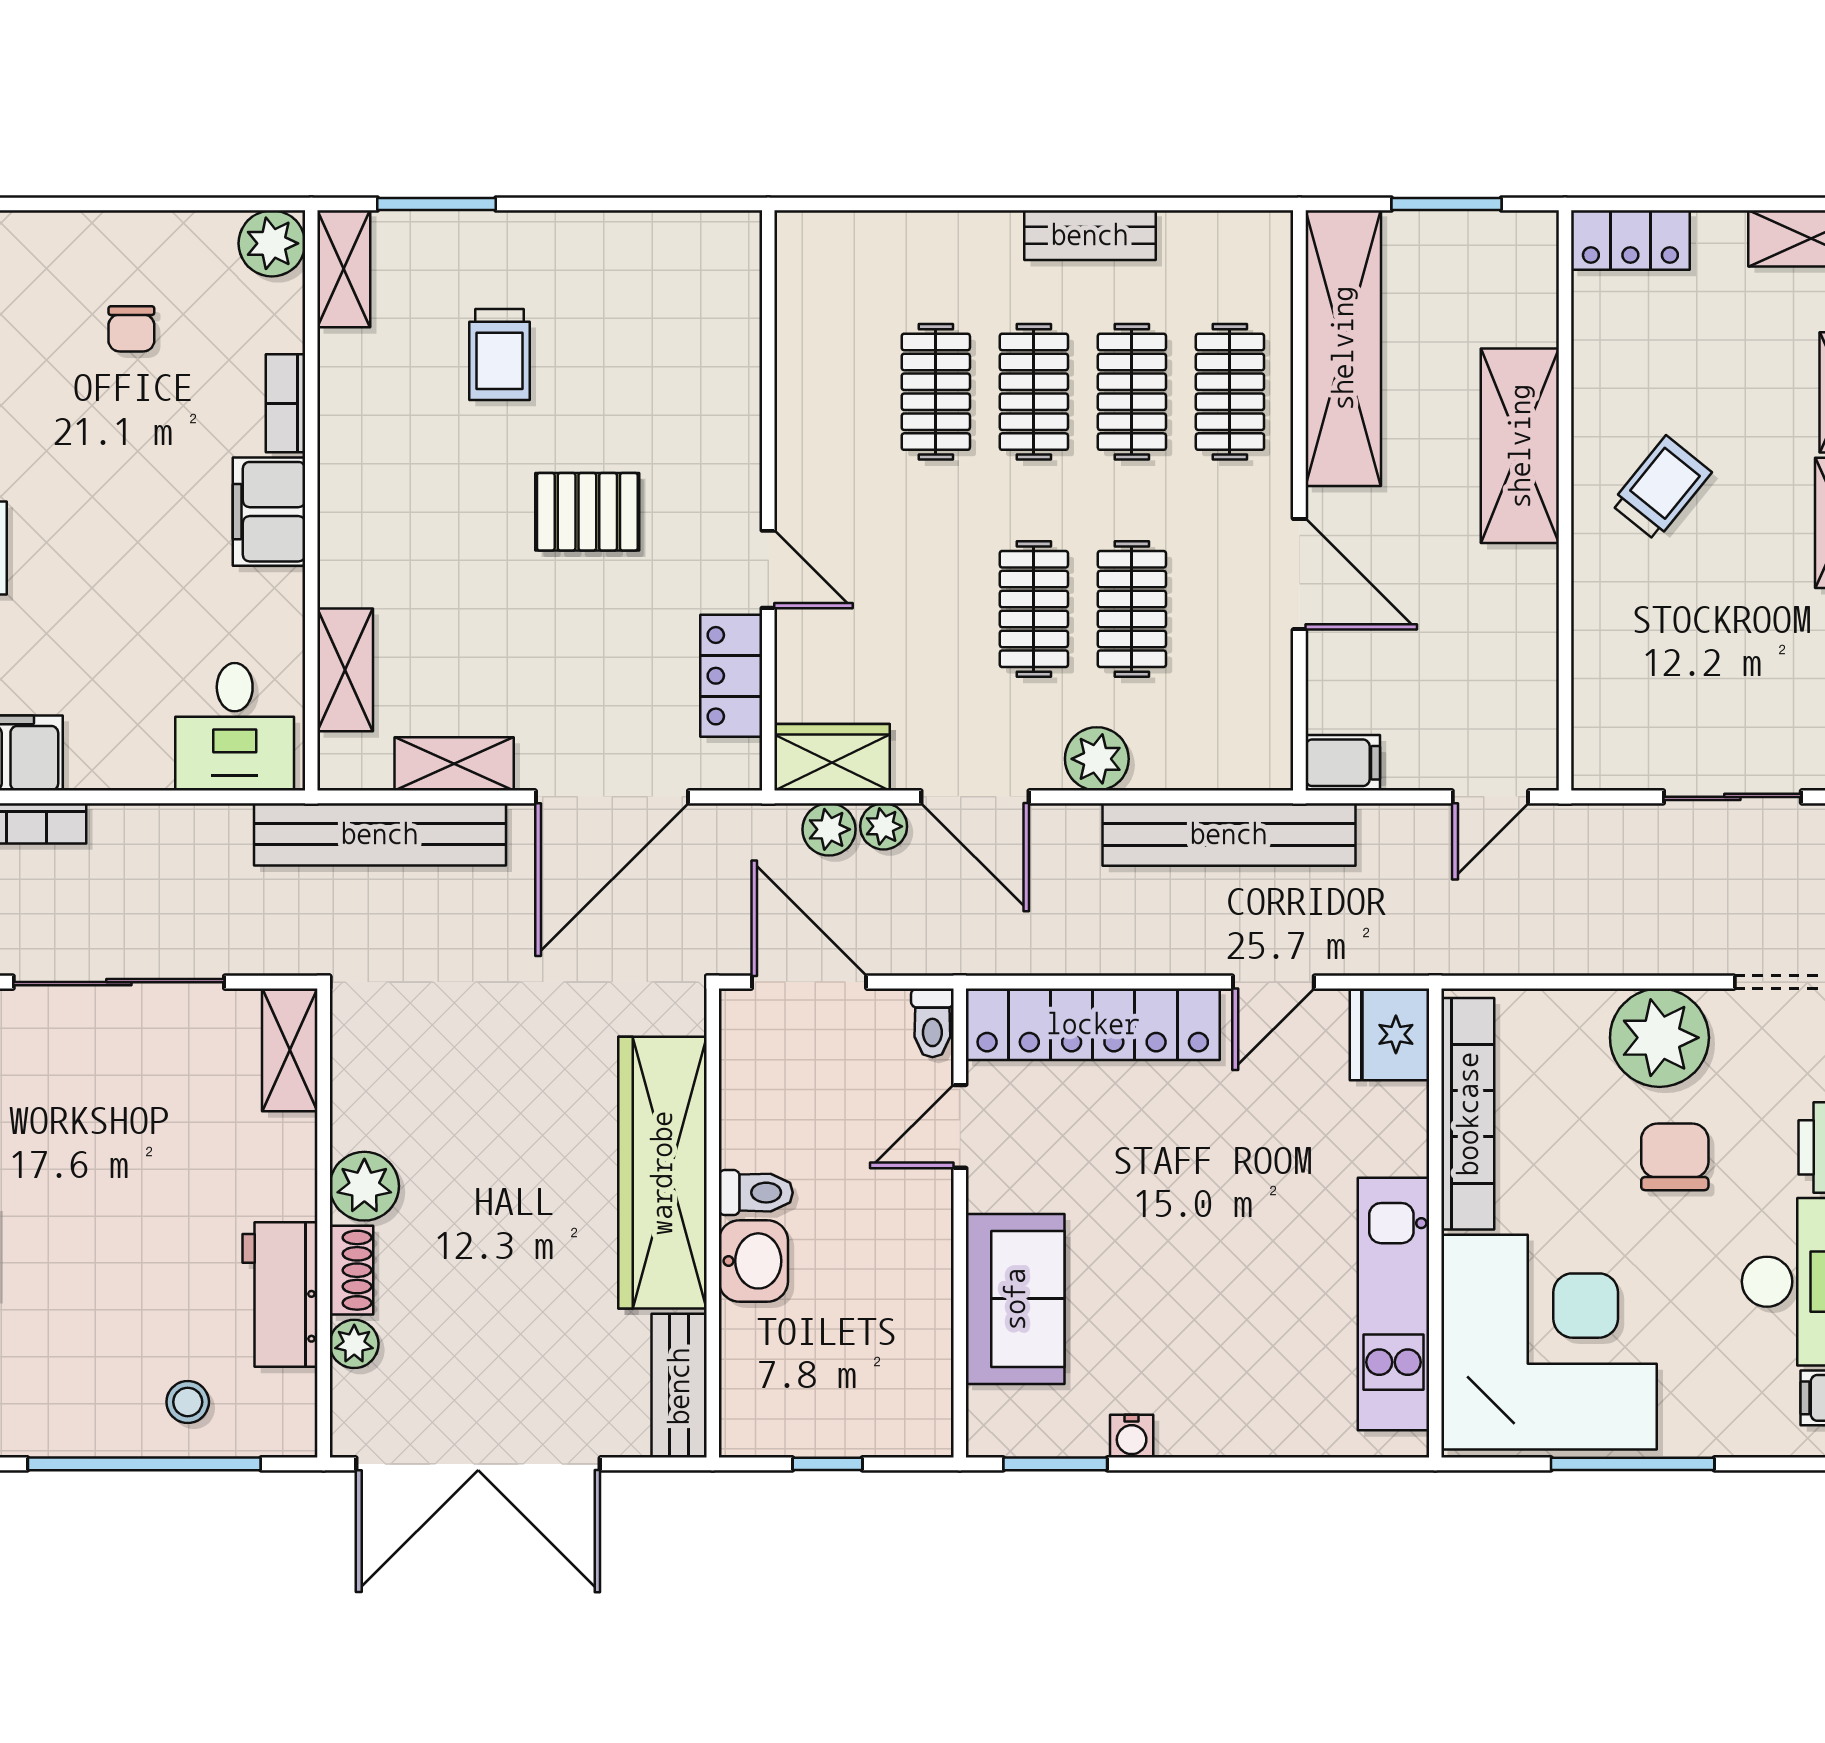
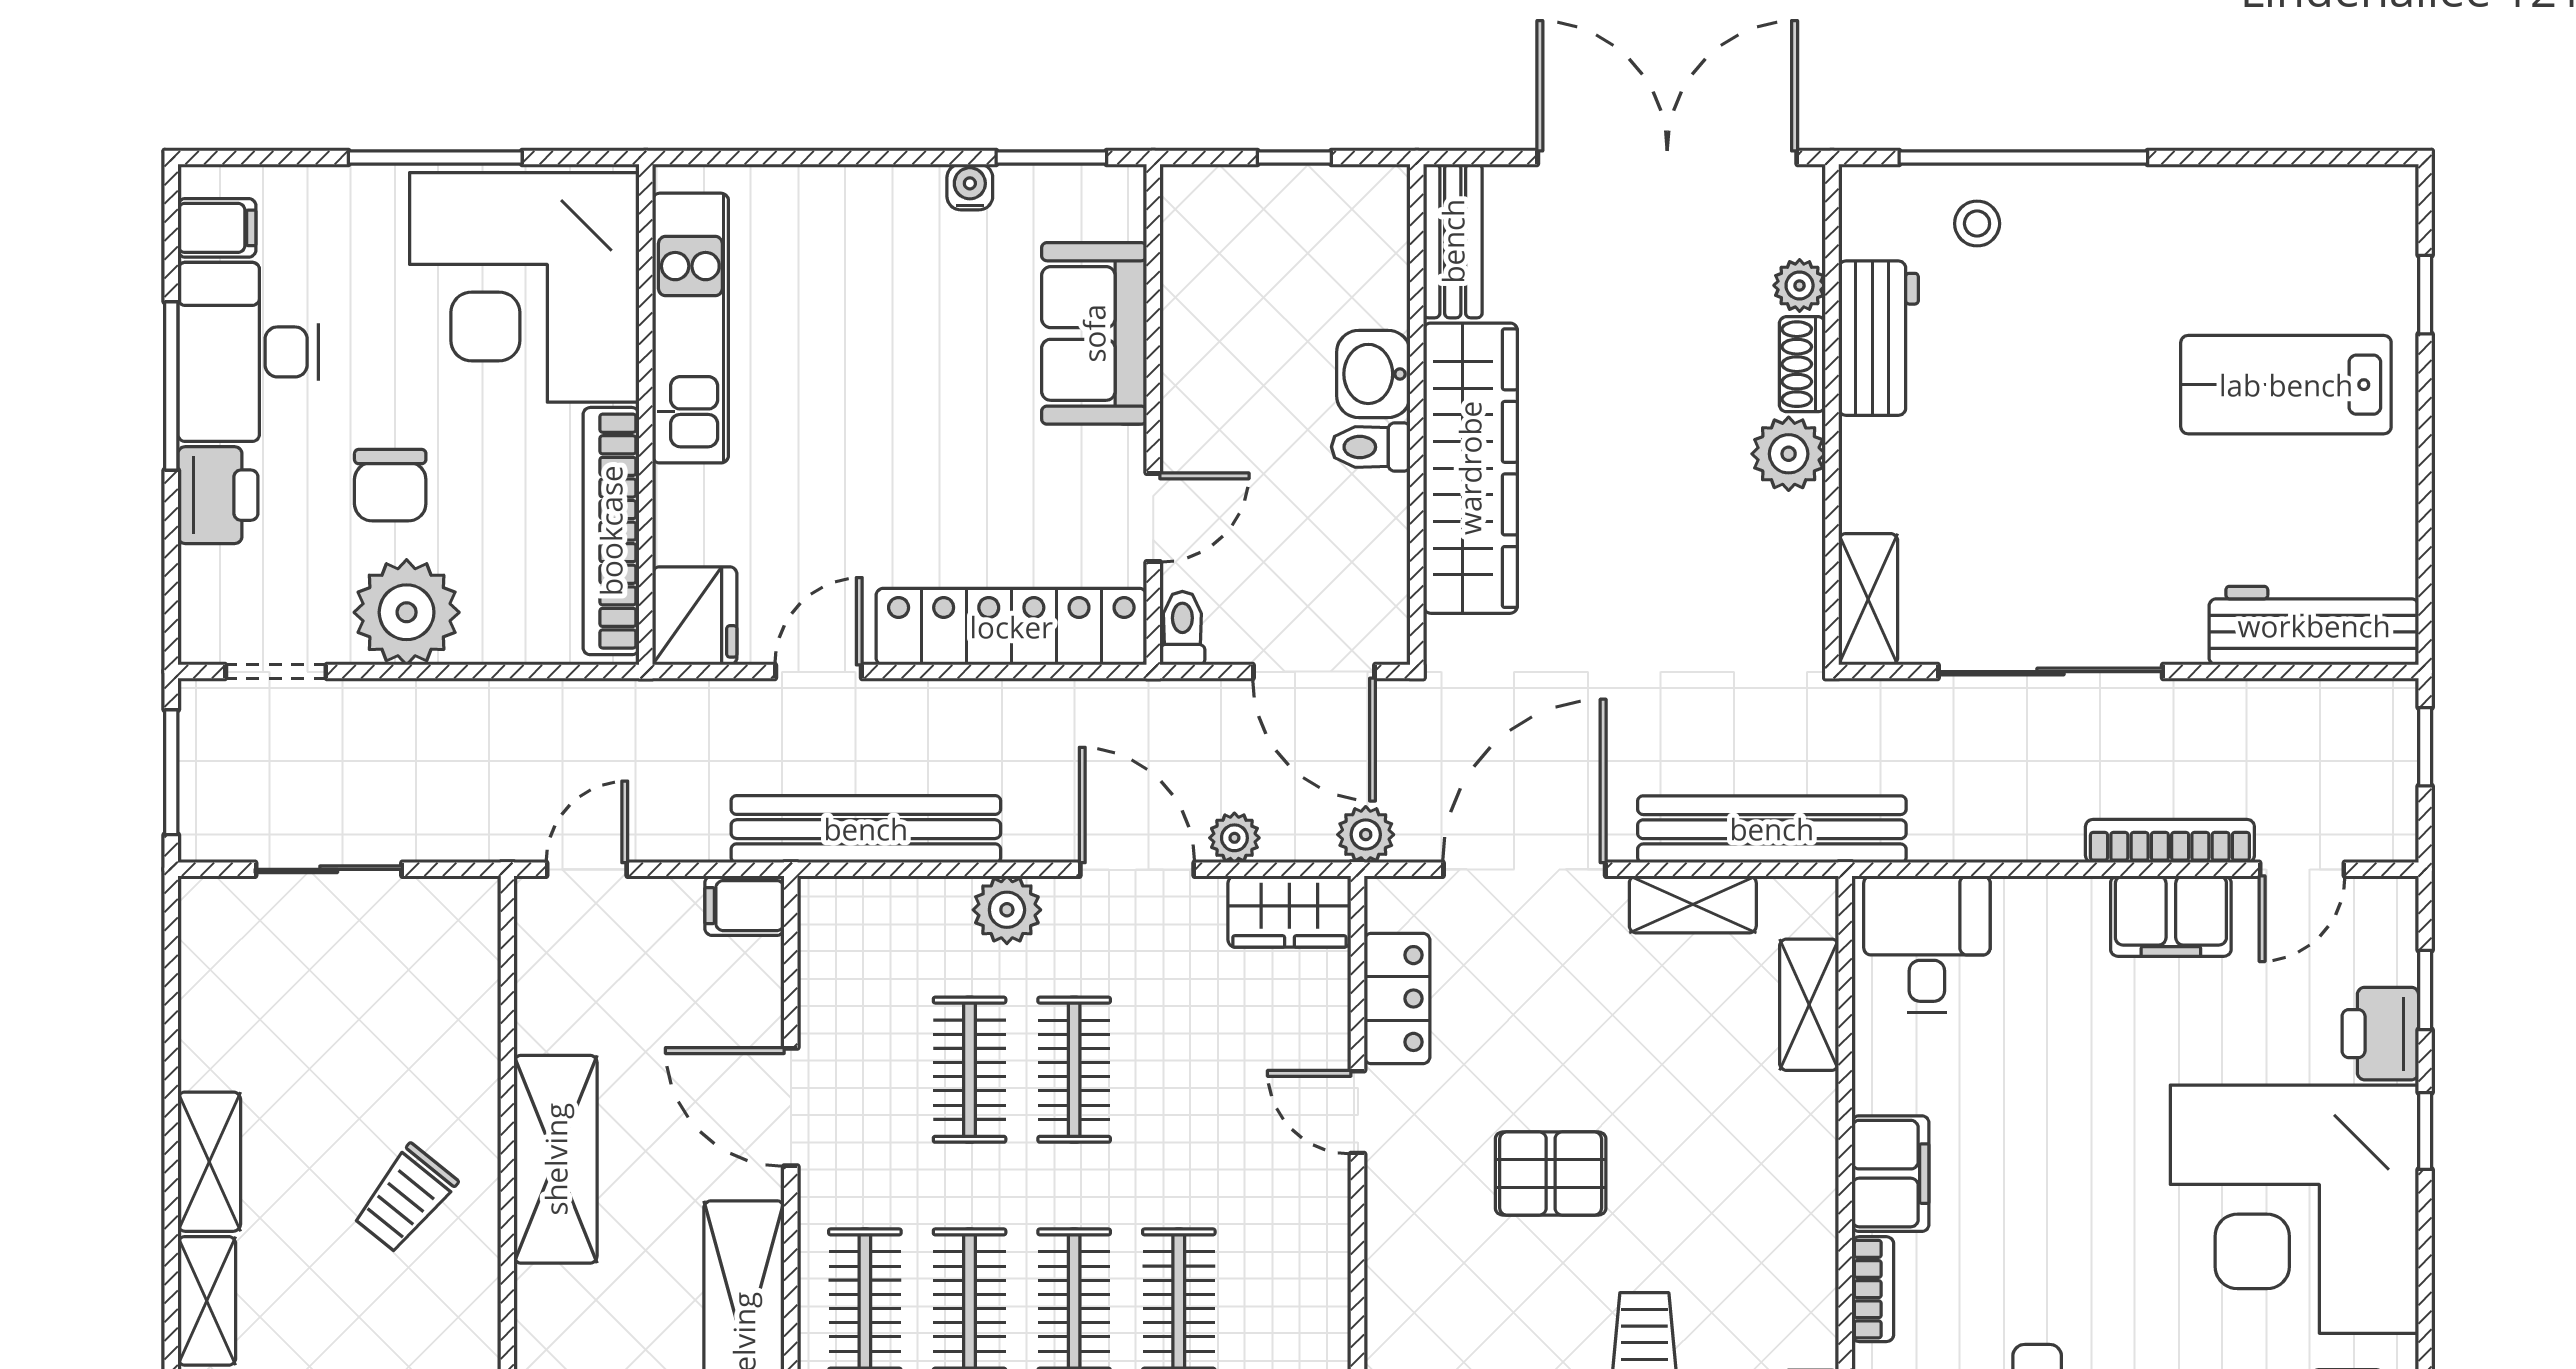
shelving: (1520, 446) -> (556, 1159), moved
plant: (829, 829) -> (1366, 835), moved

